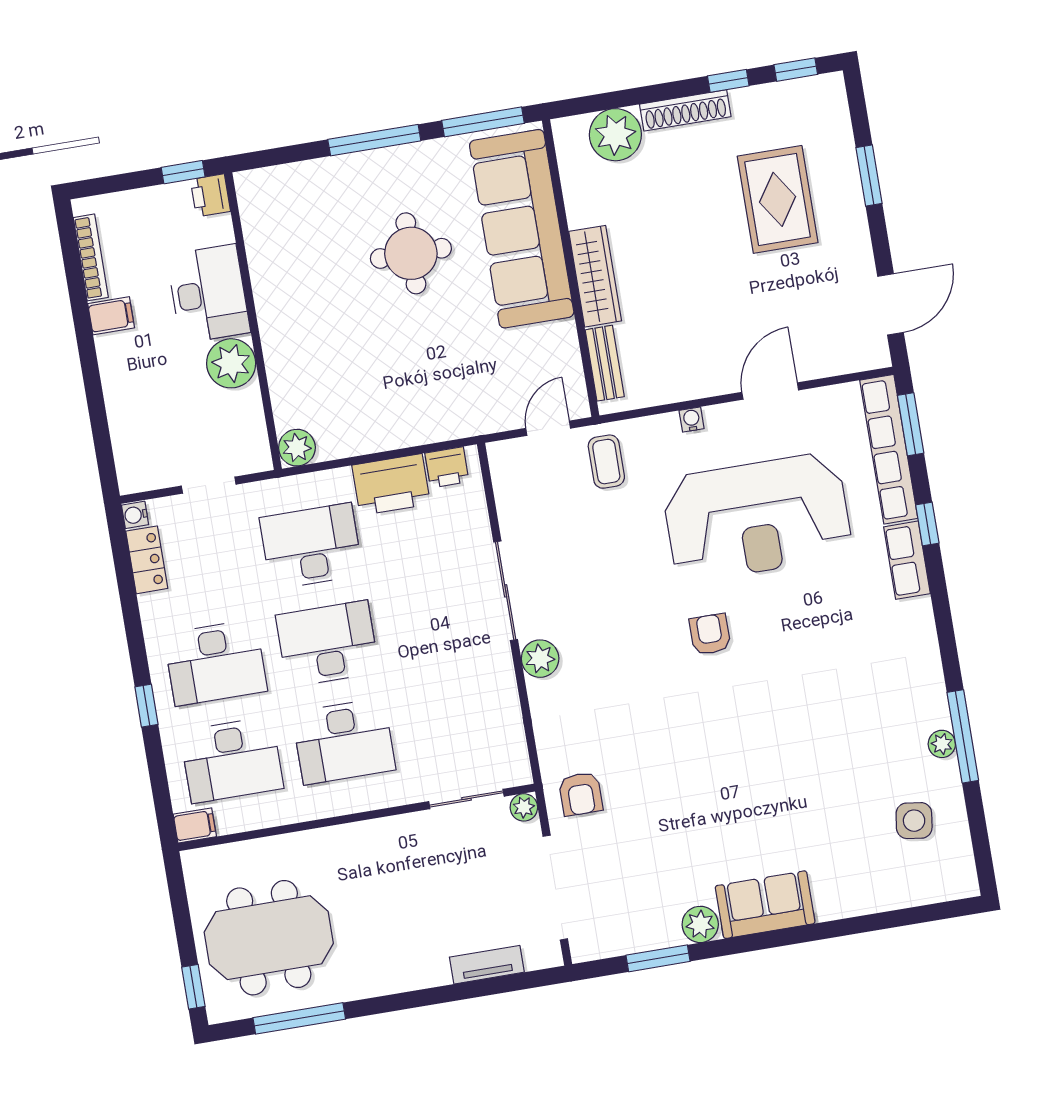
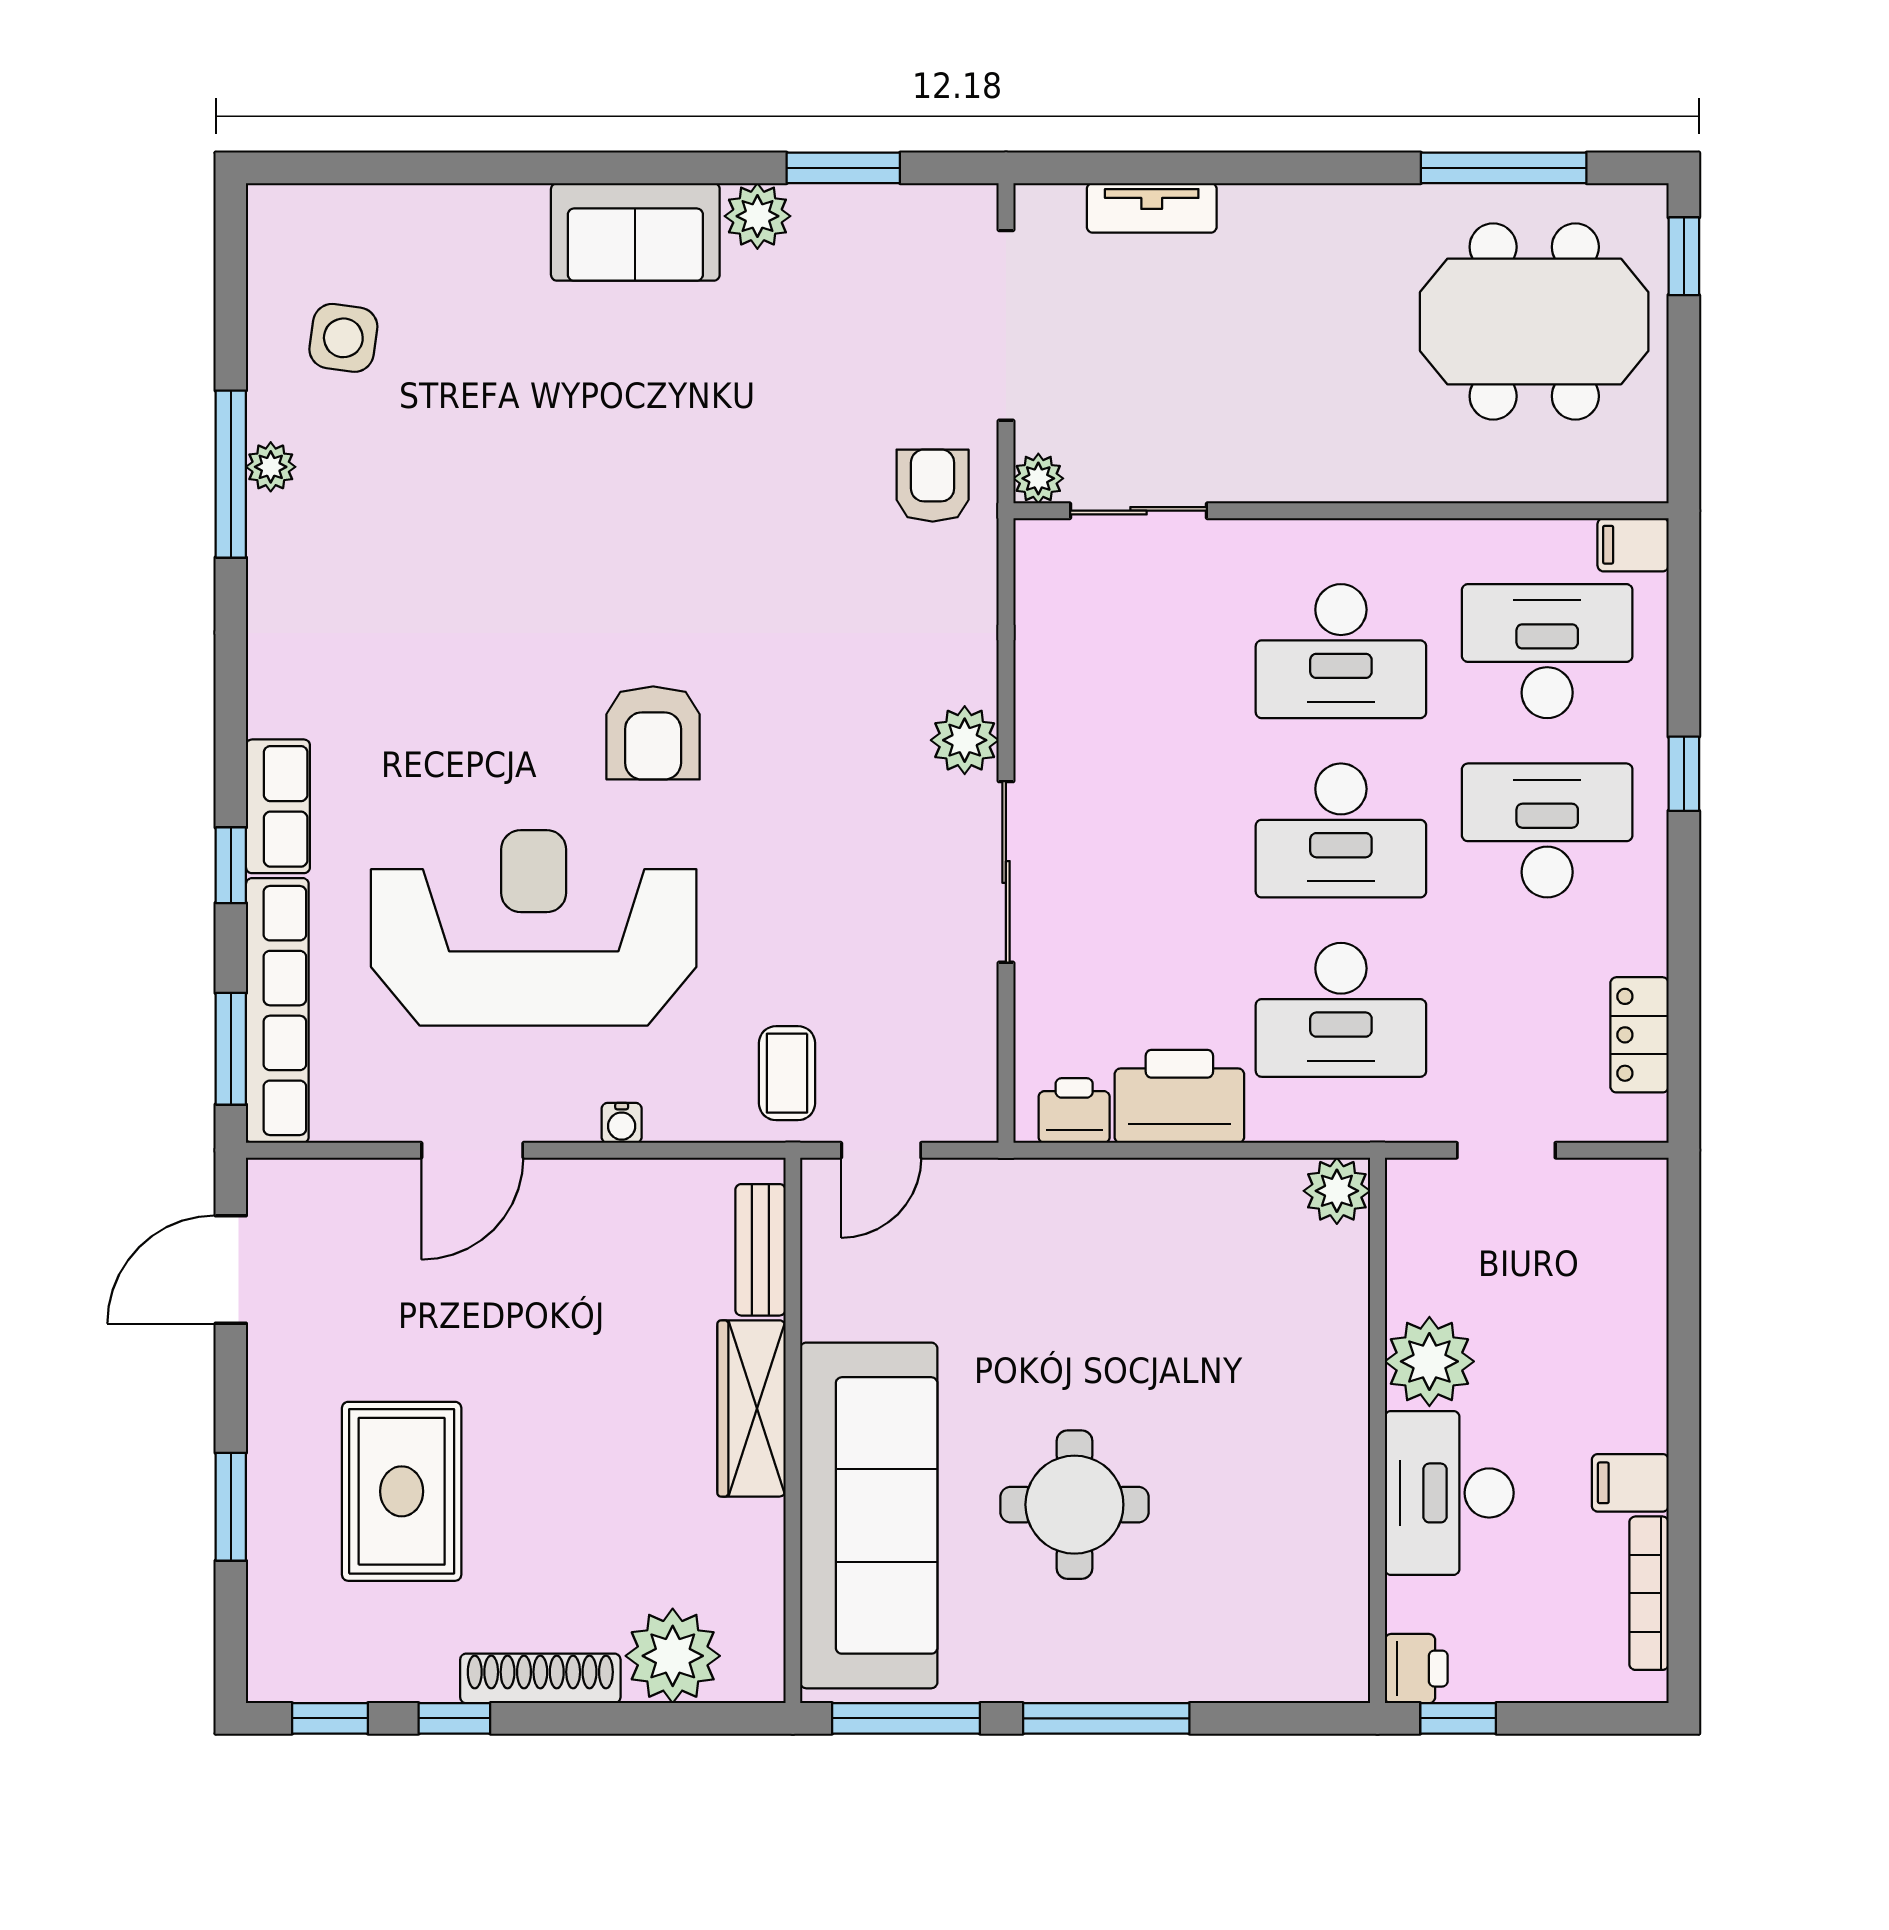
water cooler: (135, 515) -> (1647, 1119), removed
armchair: (710, 634) -> (653, 733), width x1.38, depth x1.38
desk: (344, 741) -> (1341, 651), turned 180

